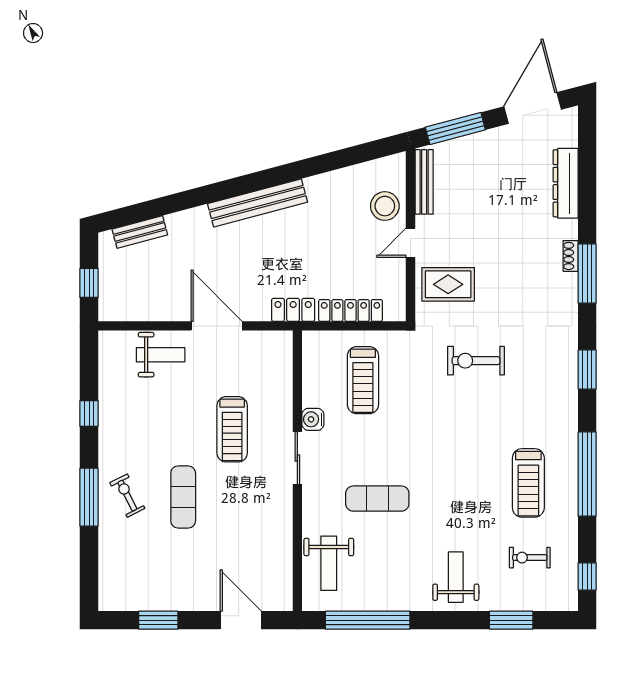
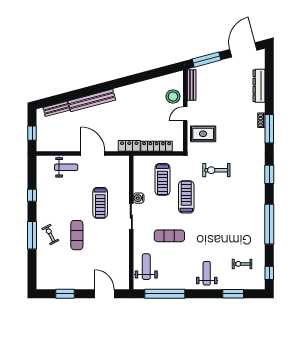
bench: (258, 203) -> (92, 100), moved
treadmill: (528, 483) -> (186, 197), moved, turned 180
weight bench: (329, 563) -> (146, 267), turned 180

